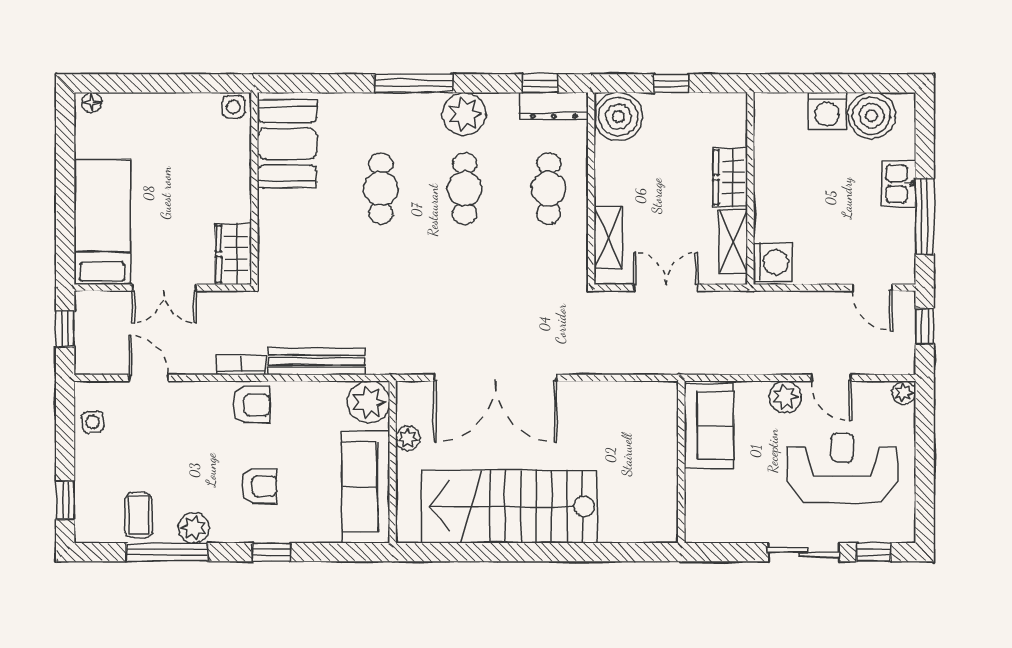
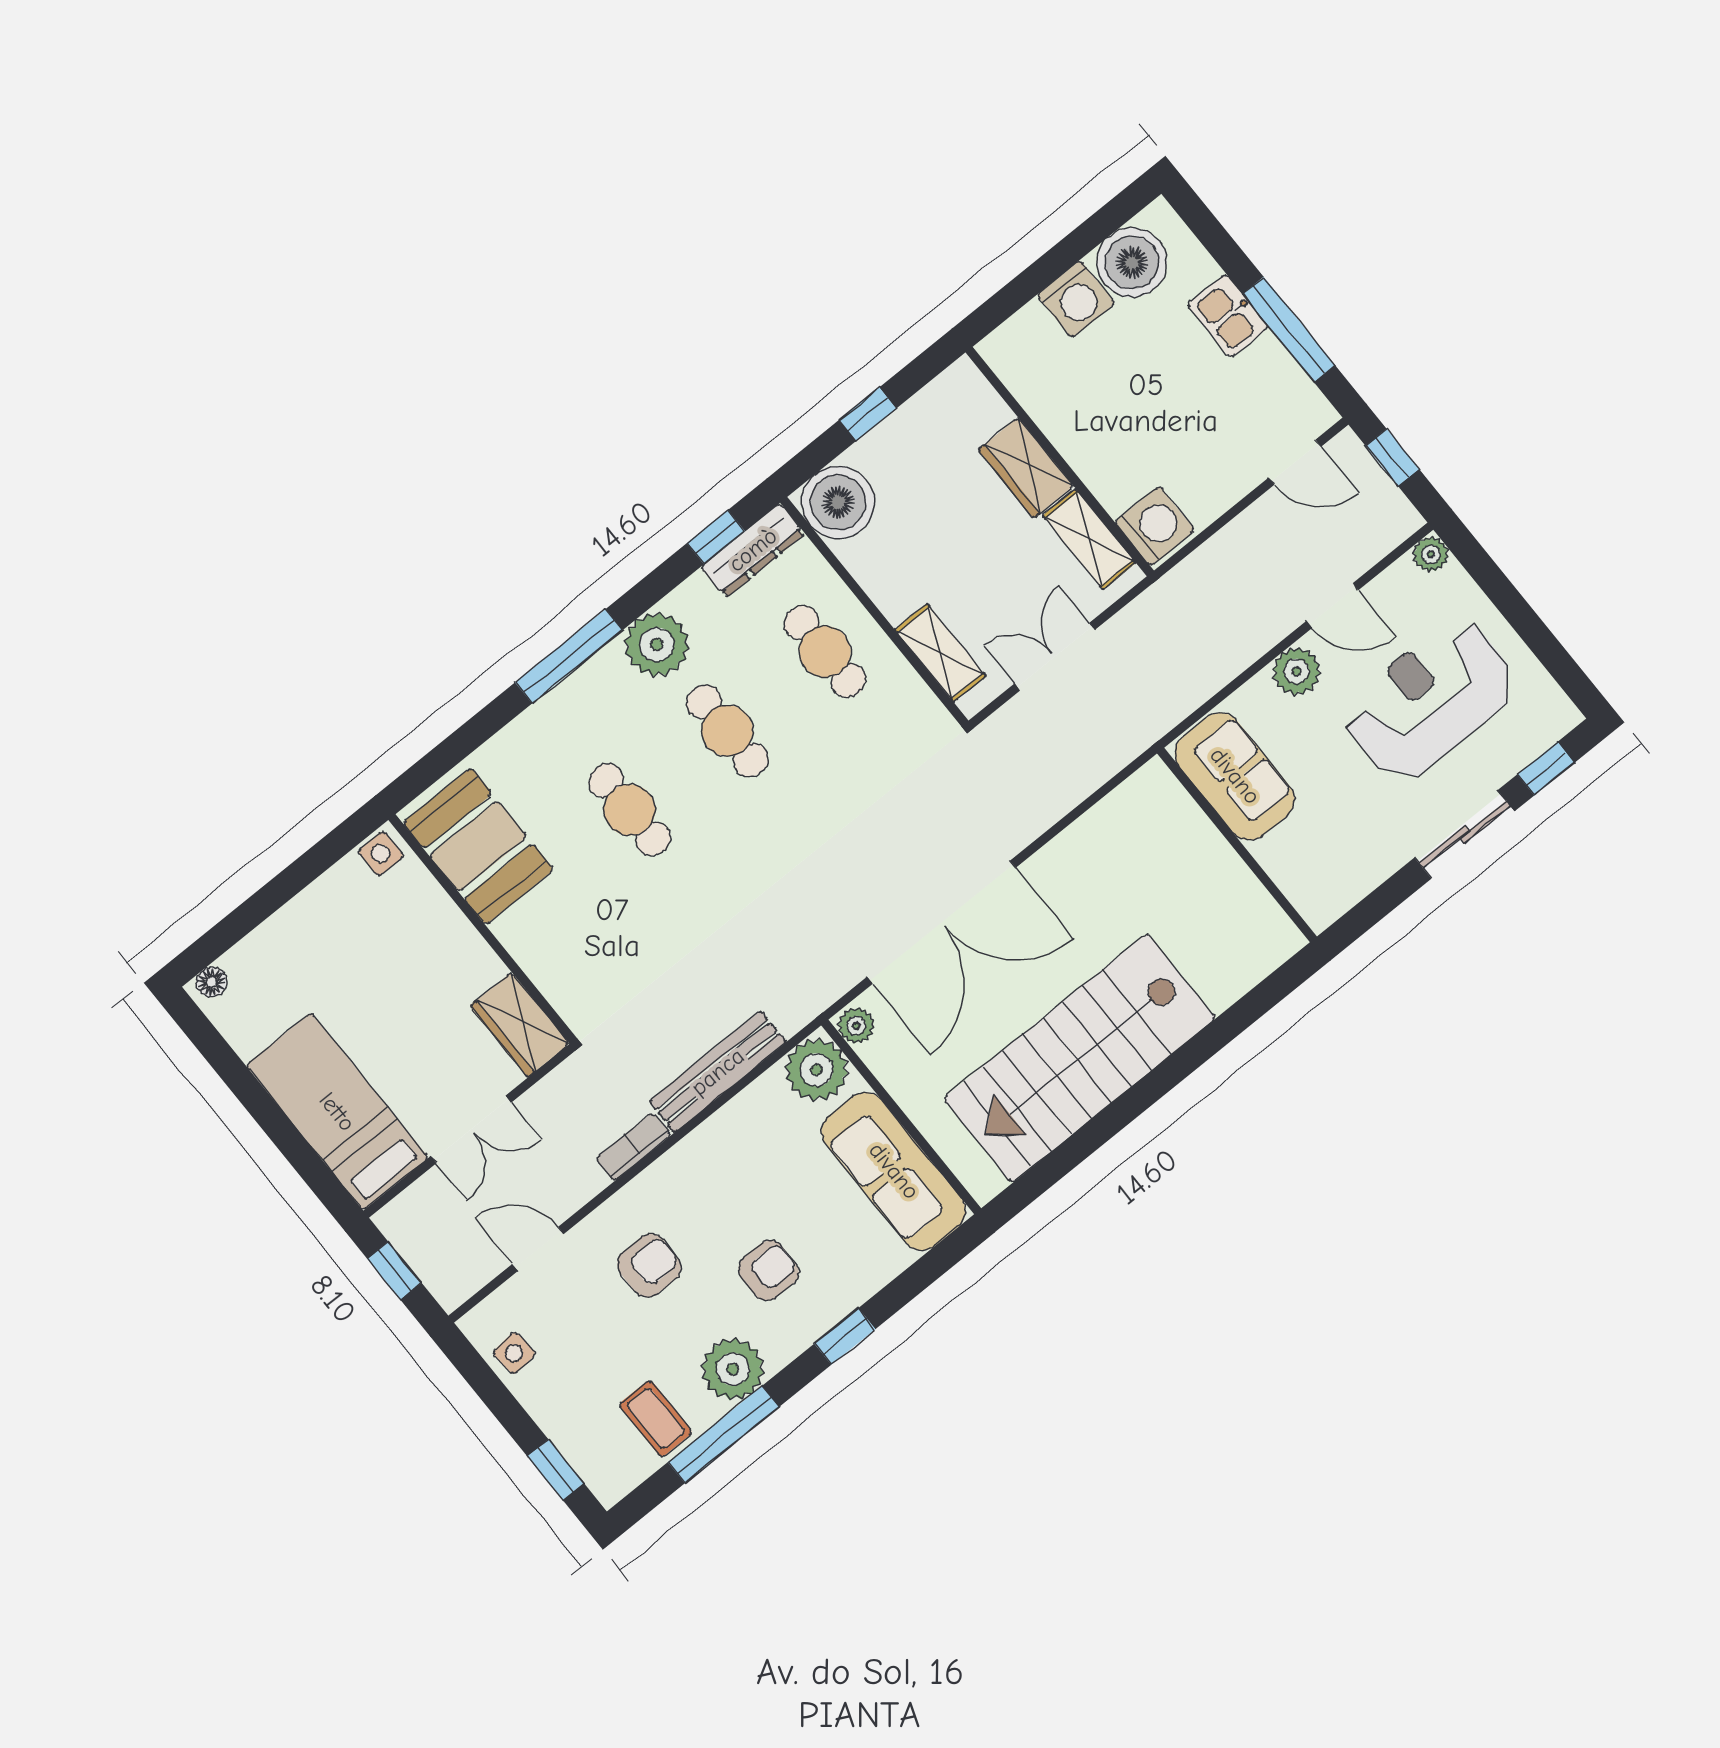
armchair: (252, 405) -> (649, 1266), moved
plant: (408, 438) -> (856, 1026), moved
plant: (194, 528) -> (733, 1369), width x1.36, depth x1.36

